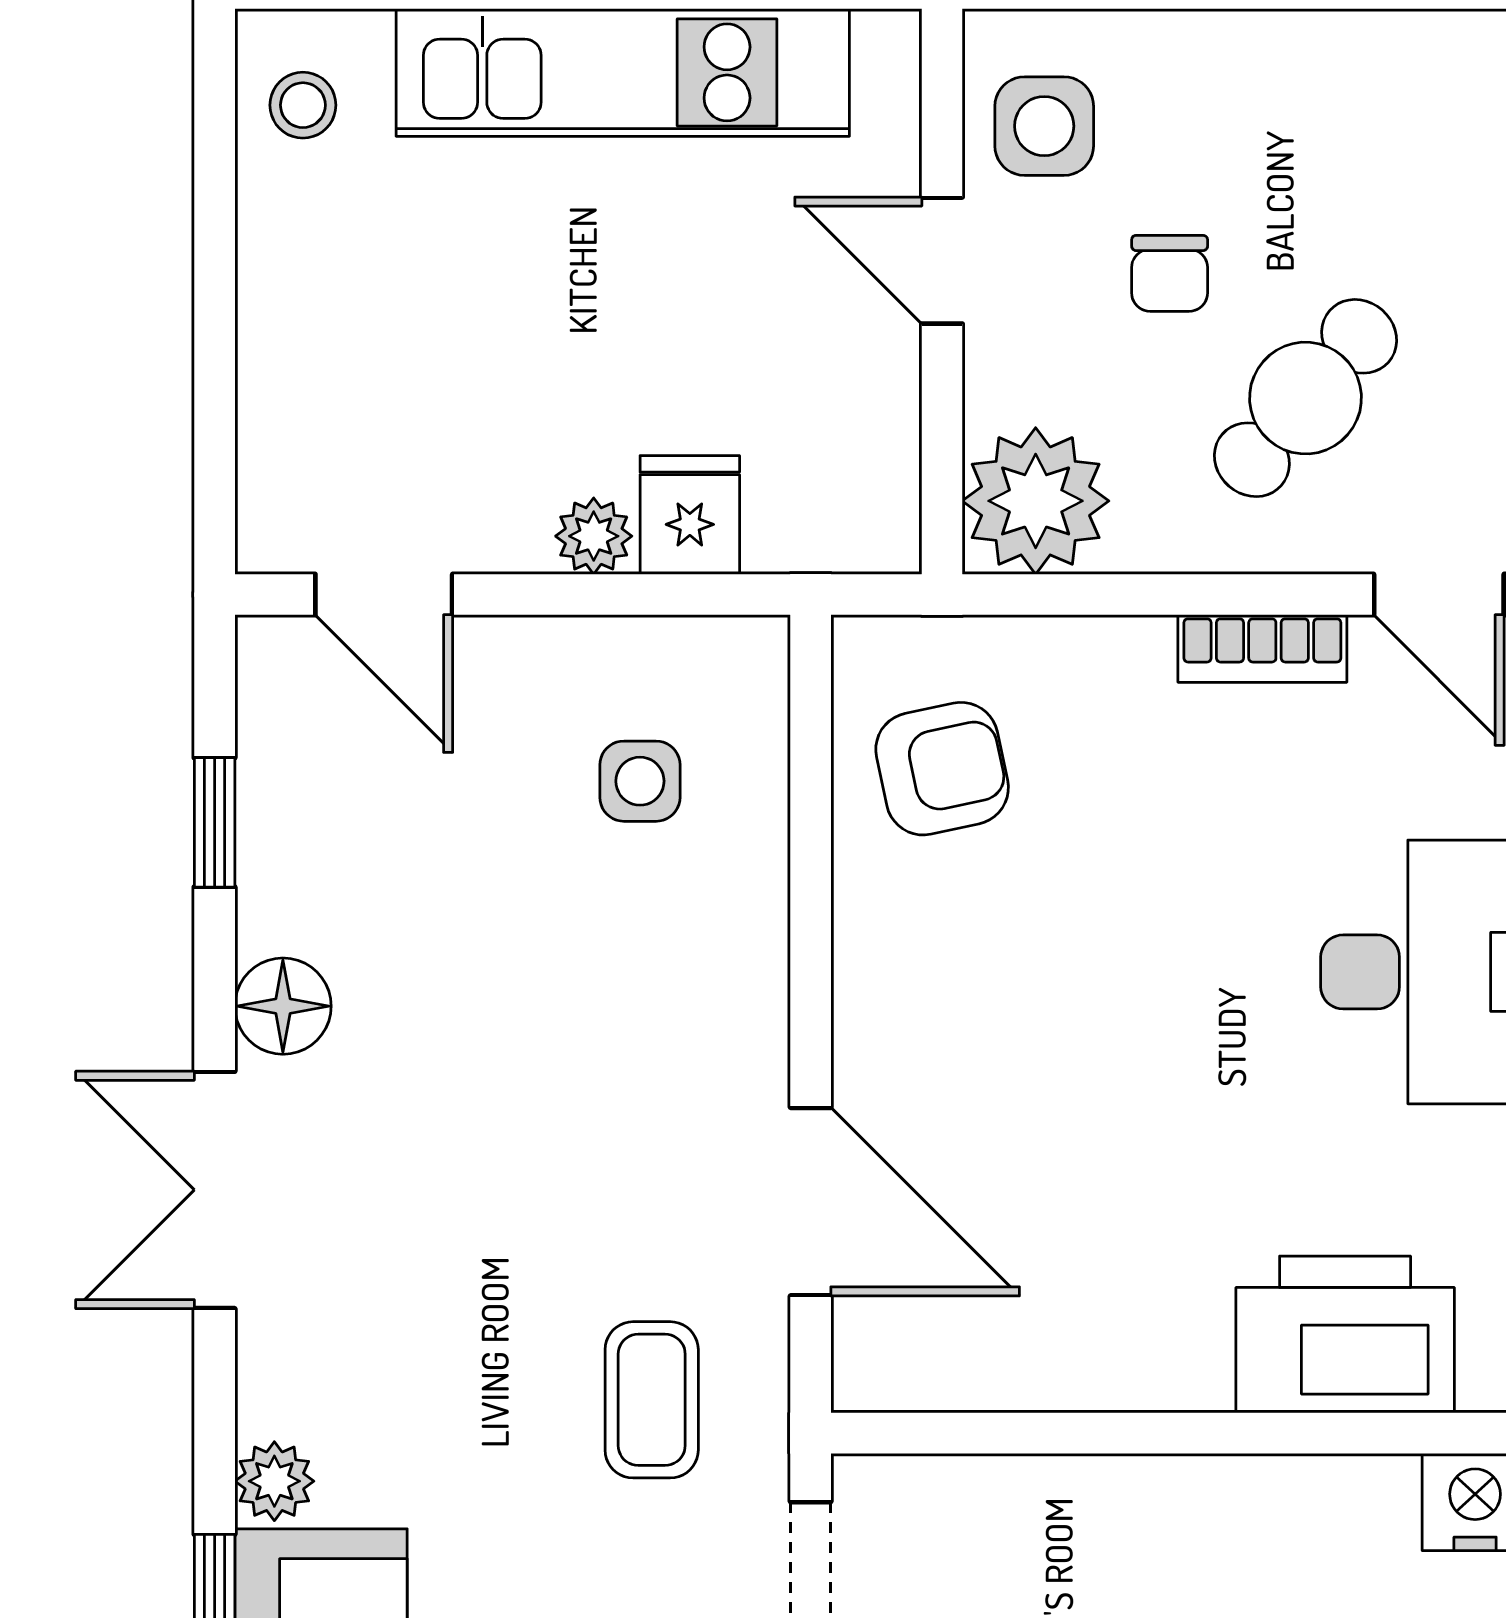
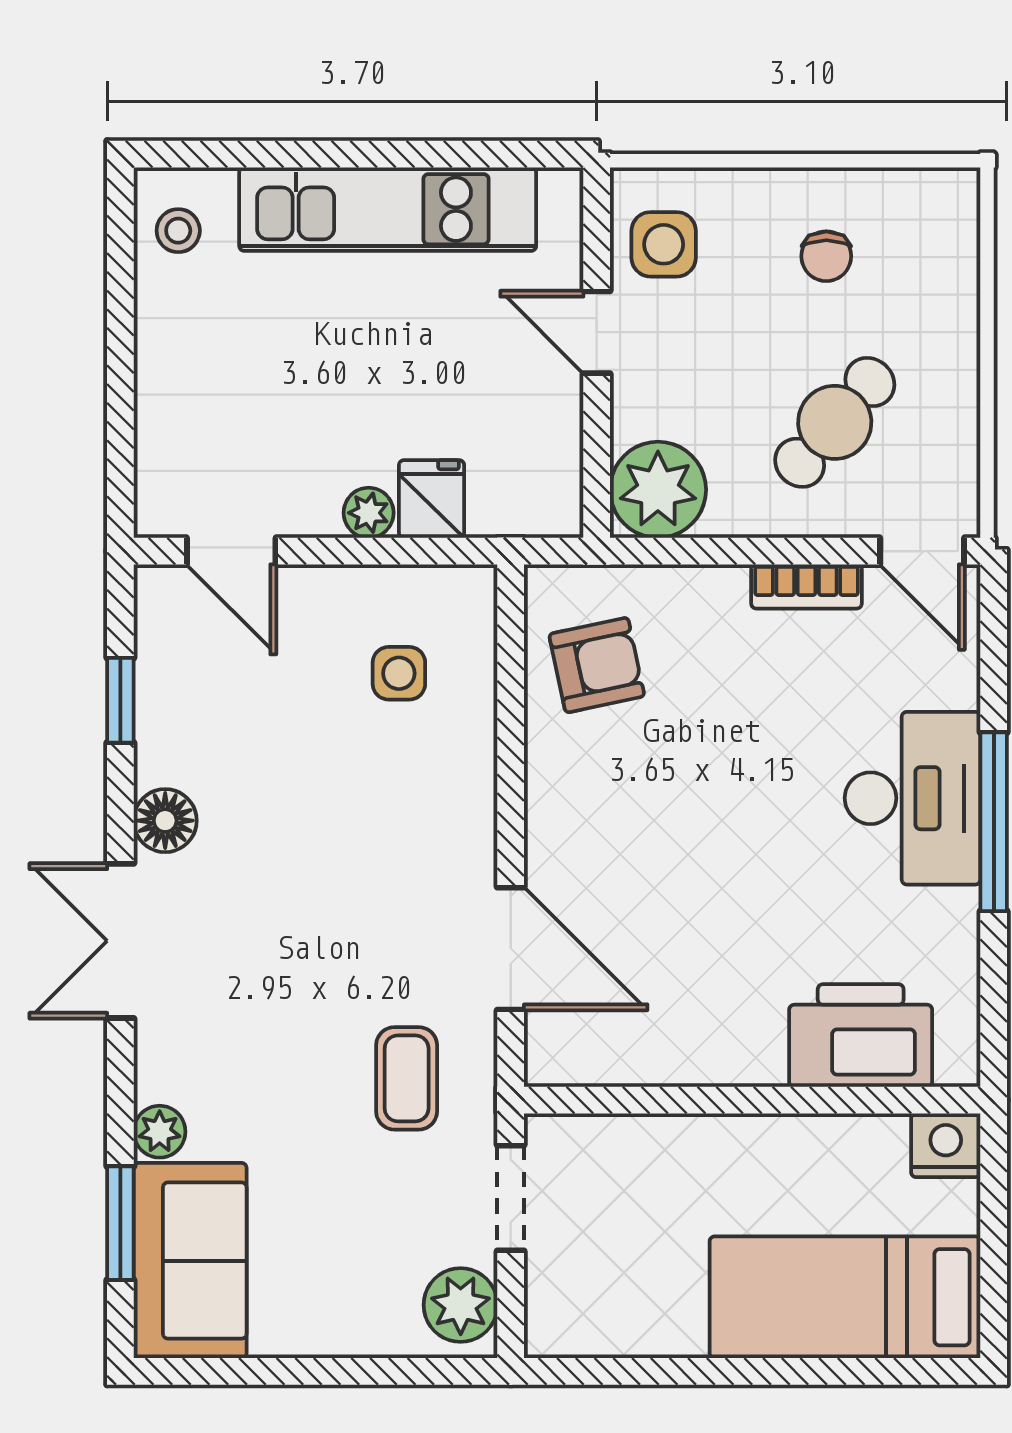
chair: (1170, 273) -> (826, 256), moved

